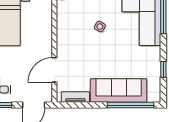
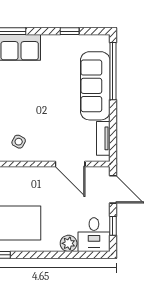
side table: (100, 27) -> (19, 142), moved

